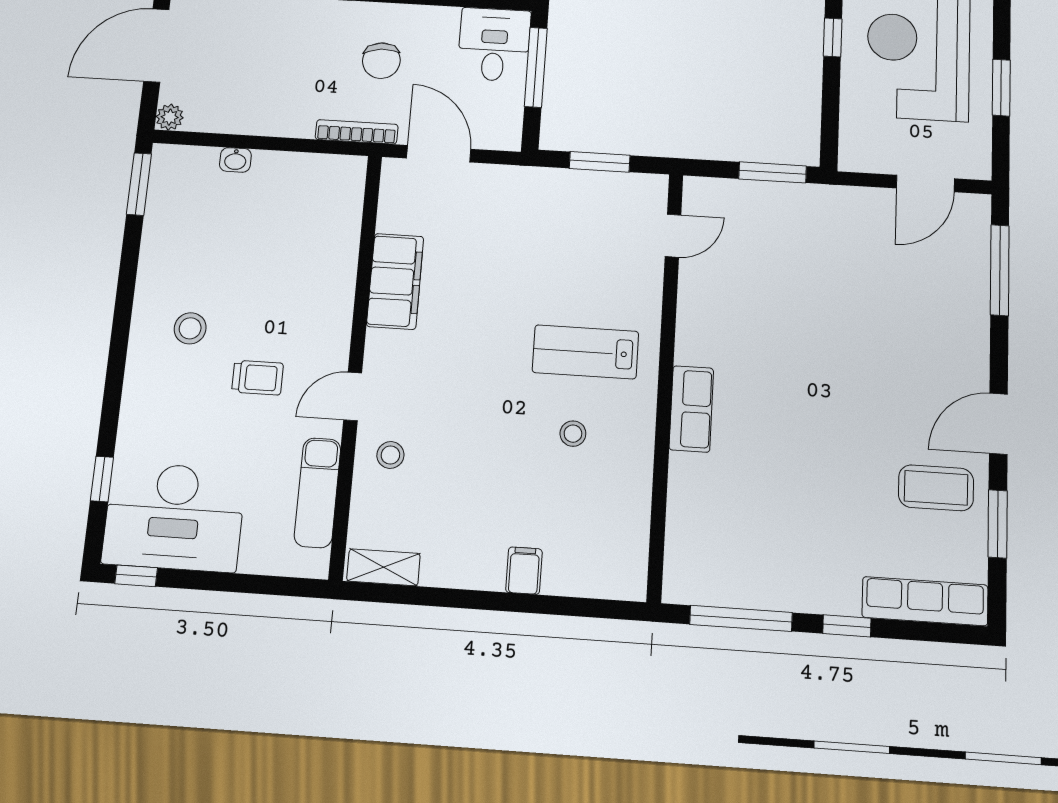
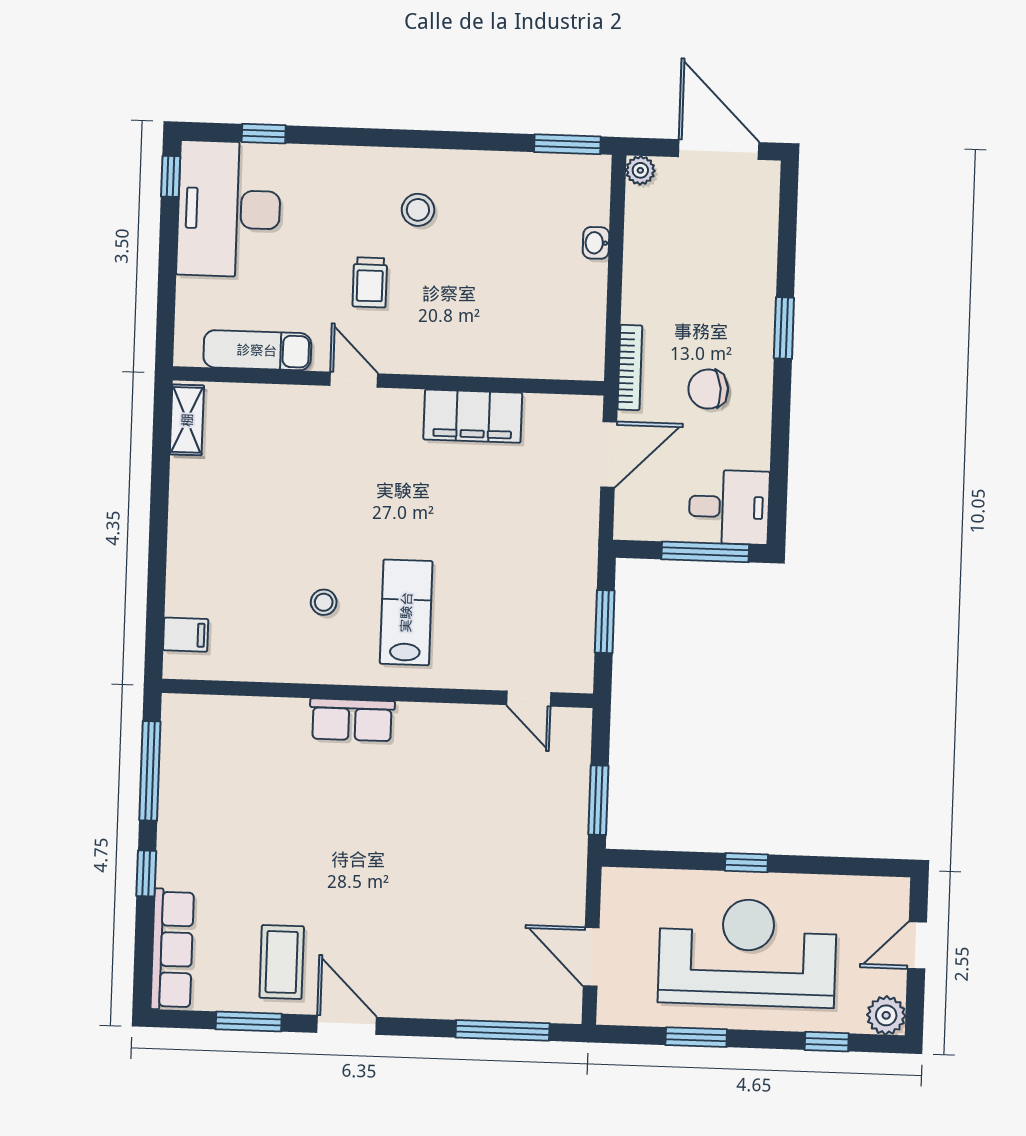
stool: (390, 455) -> (297, 421), removed
filing cabinet: (524, 571) -> (186, 635), moved

